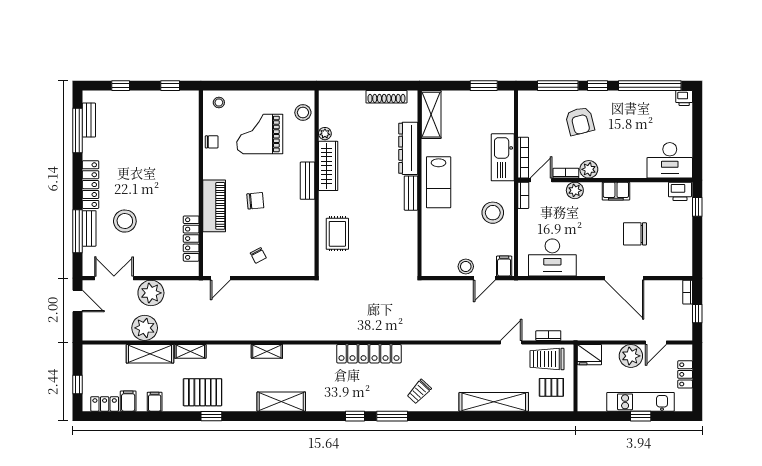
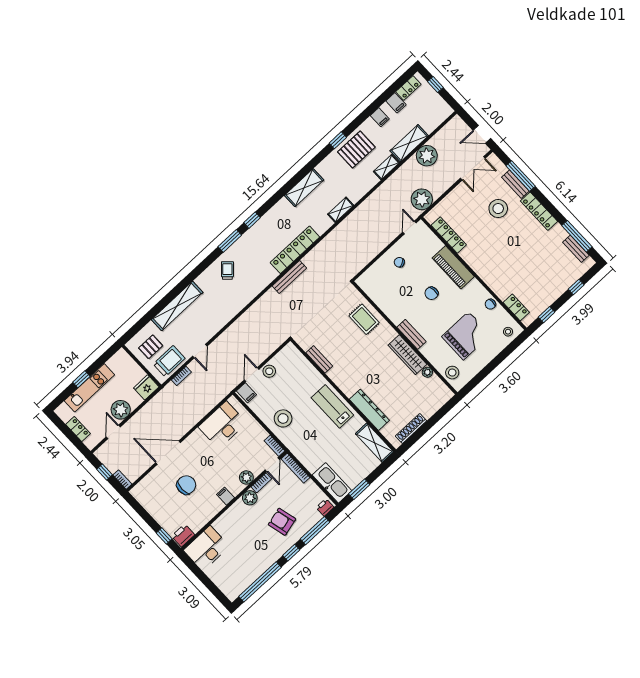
printer: (684, 98) -> (325, 507), moved
locker: (191, 117) -> (516, 307), added
kitchen sink: (503, 157) -> (332, 483), moved
filing cabinet: (616, 191) -> (226, 496), width x0.50
bench: (411, 193) -> (319, 359), moved
plant: (151, 293) -> (422, 199), moved
bench: (369, 334) -> (289, 277), added
locker: (369, 354) -> (295, 250), moved

